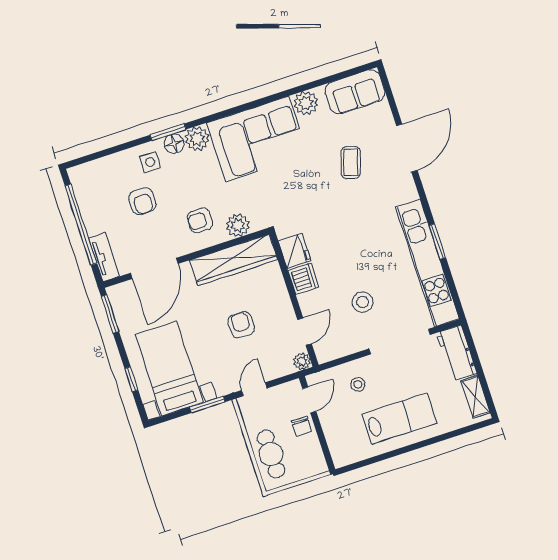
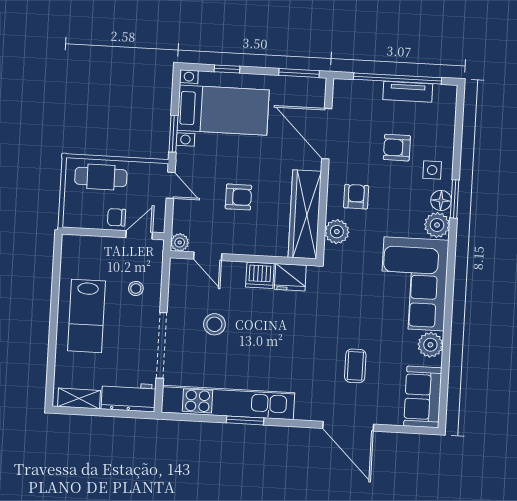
coffee table: (351, 162) -> (355, 366), turned 72
tv unit: (104, 257) -> (408, 92), moved
door: (309, 400) -> (139, 235), swing flipped

